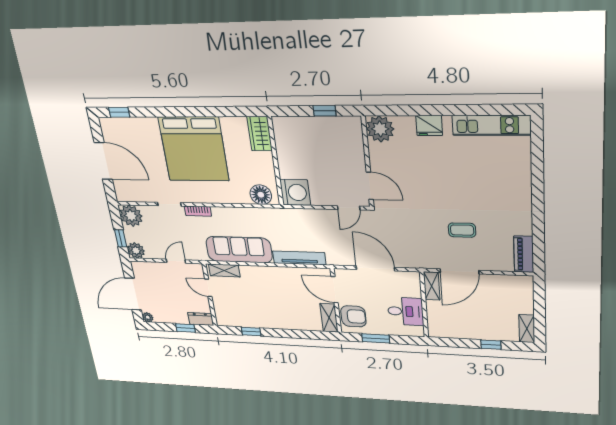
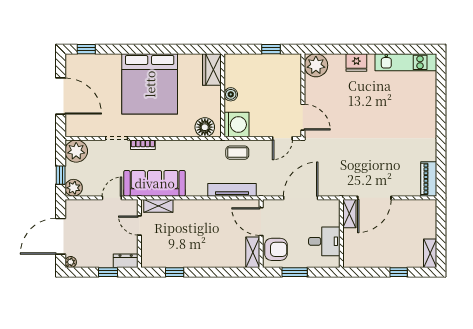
boiler: (285, 161) -> (231, 94), added
coffee table: (462, 230) -> (237, 153), moved
sofa: (239, 250) -> (155, 183), moved
door: (375, 268) -> (301, 198), hinge flipped

